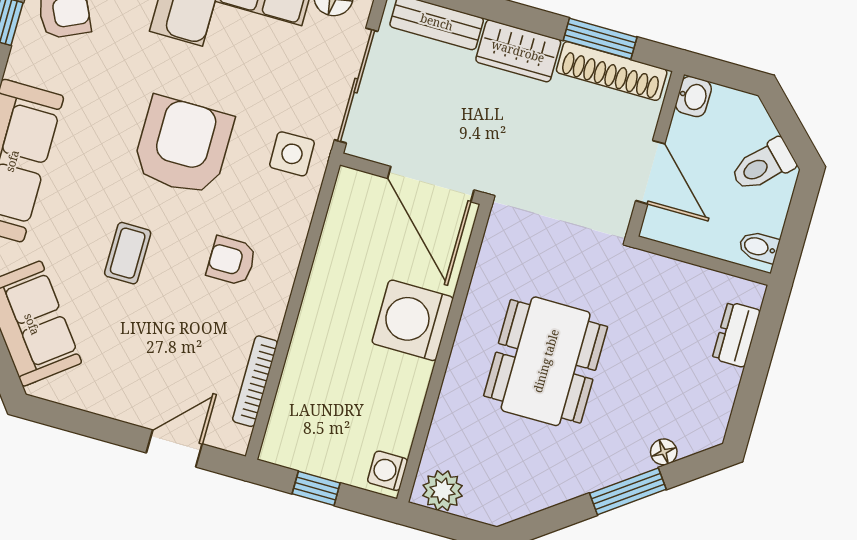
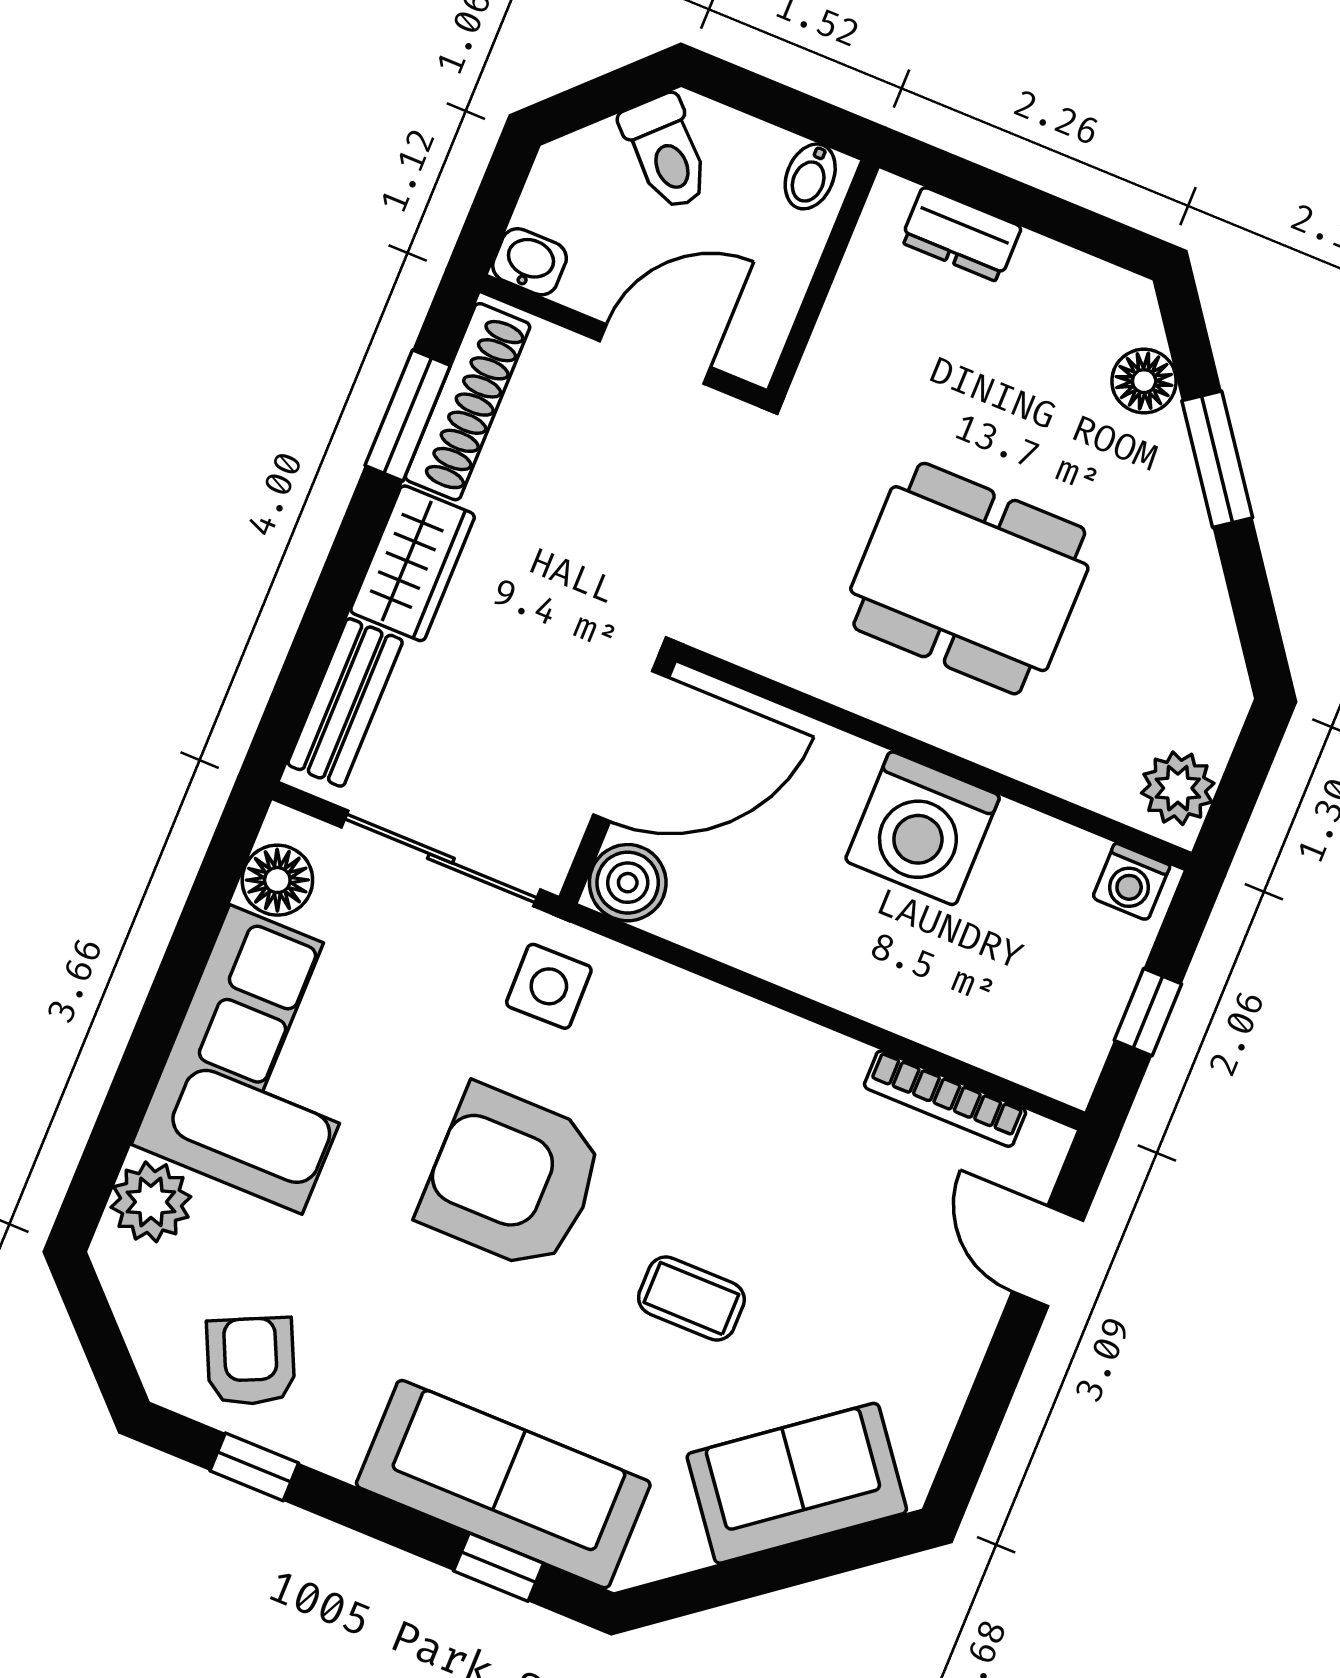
boiler: (355, 191) -> (628, 883), added
armchair: (231, 261) -> (726, 1116), removed
washing machine: (413, 320) -> (922, 828), moved
floor lamp: (664, 452) -> (1144, 381), width x1.37, depth x1.37

